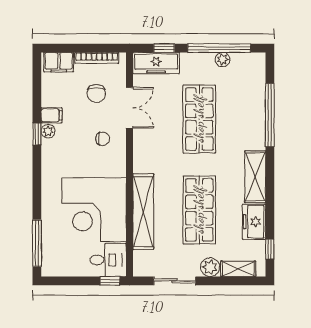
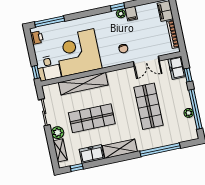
freezer: (156, 63) -> (177, 68), width x0.71
chair: (96, 93) -> (151, 39), removed
shop shelf: (199, 119) -> (148, 106), turned 90
printer: (58, 268) -> (37, 38), added

